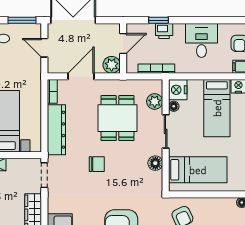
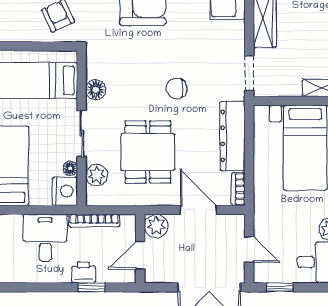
window: (22, 20) -> (280, 287), width x0.67
desk: (201, 40) -> (45, 238), moved, turned 180
door: (81, 76) -> (198, 210), swing flipped

